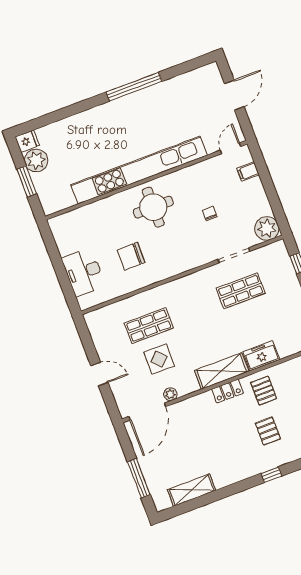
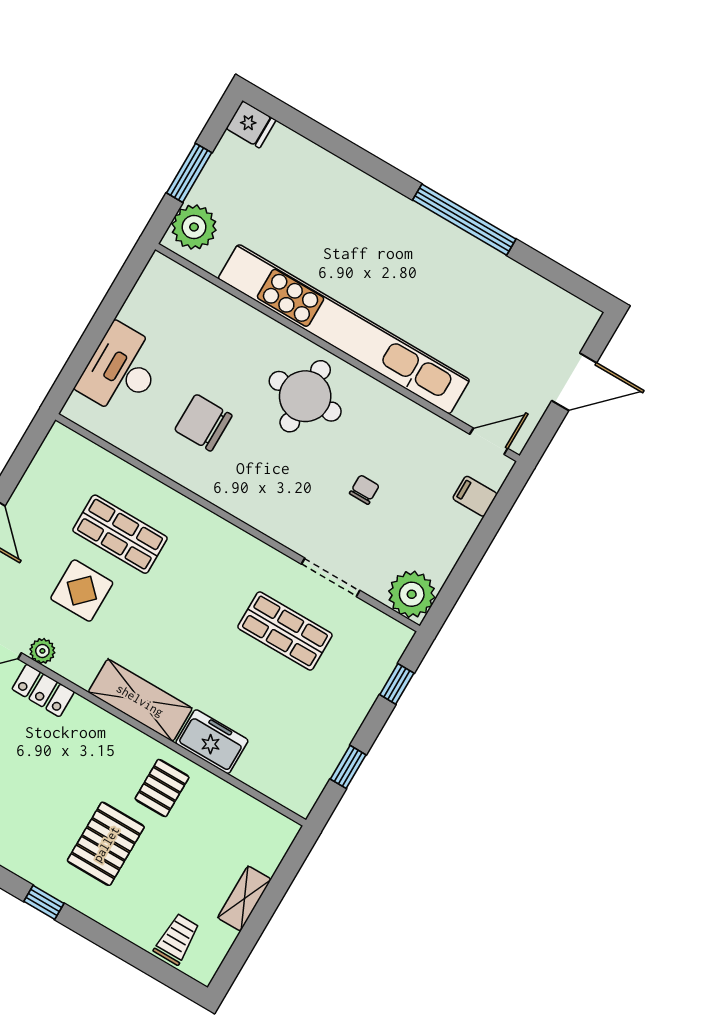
plant: (36, 160) -> (194, 227), moved
locker: (228, 391) -> (43, 690), moved
pallet: (268, 431) -> (106, 844), width x1.50, depth x1.42

